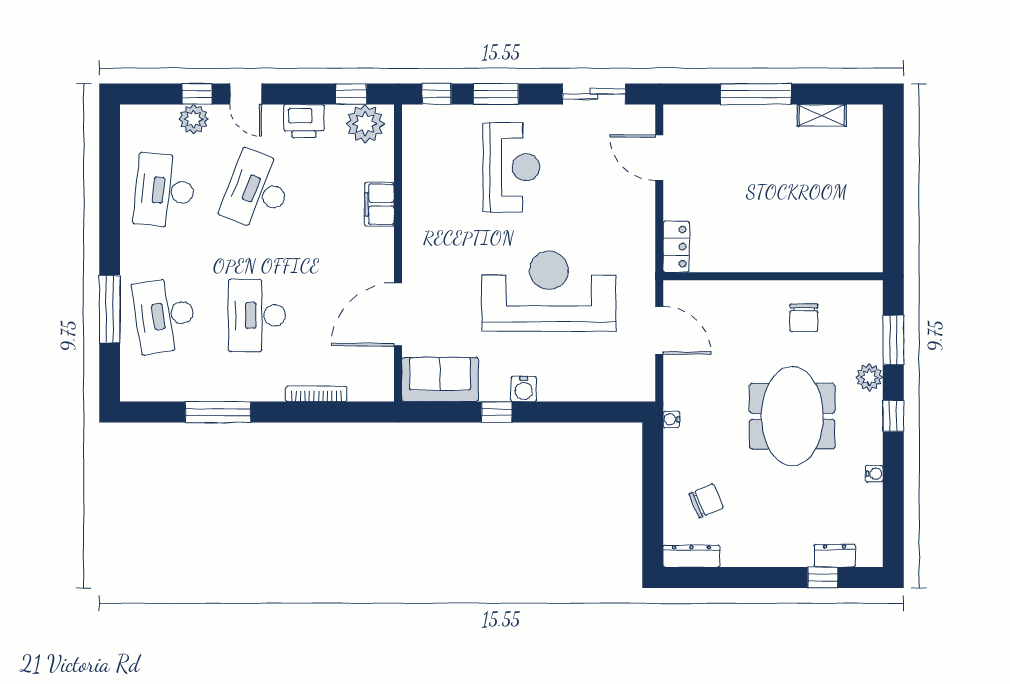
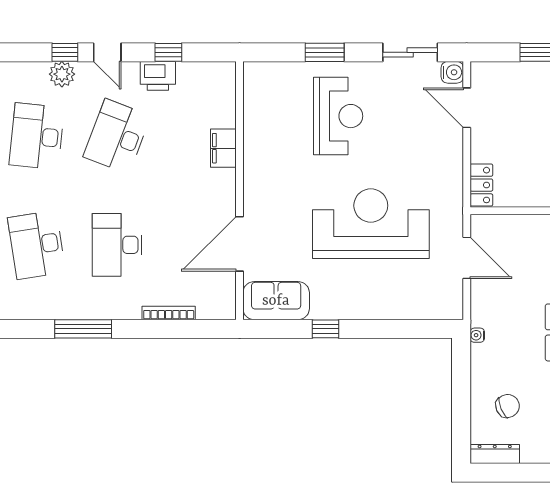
window: (351, 94) -> (168, 52), moved
window: (437, 94) -> (273, 52), removed
plant: (365, 124) -> (211, 78), removed
water cooler: (524, 389) -> (452, 72), moved, turned -90

